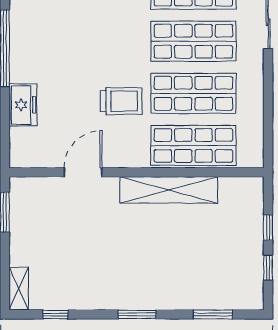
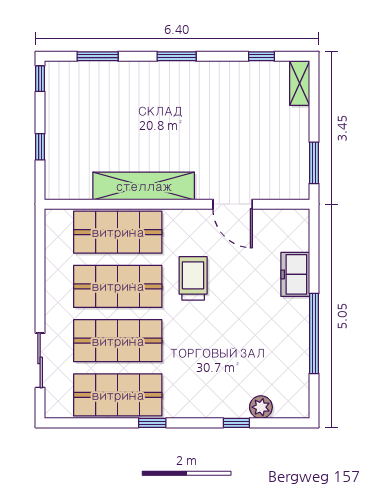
trolley: (121, 101) -> (193, 278), turned 90
door: (83, 172) -> (233, 204), hinge flipped
window: (268, 268) -> (40, 79), moved

